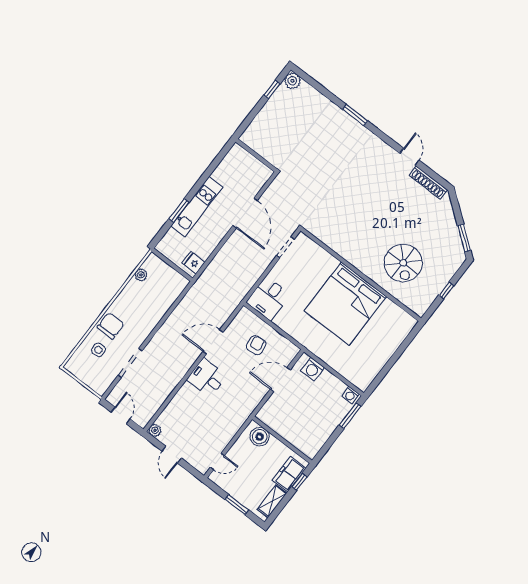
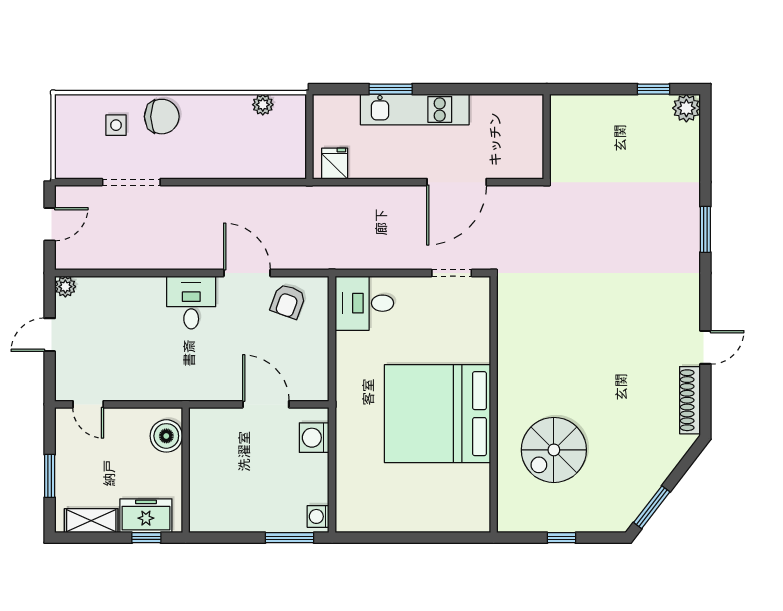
armchair: (256, 345) -> (288, 301), moved, turned 118

